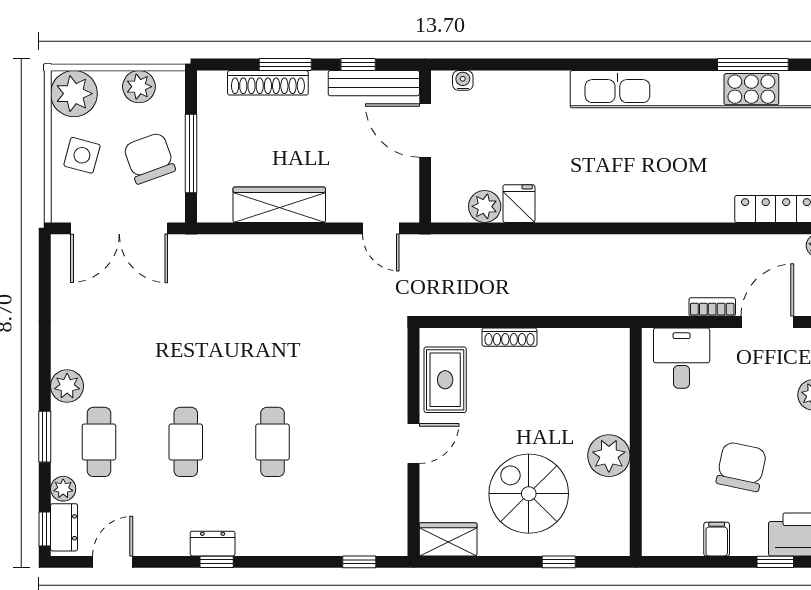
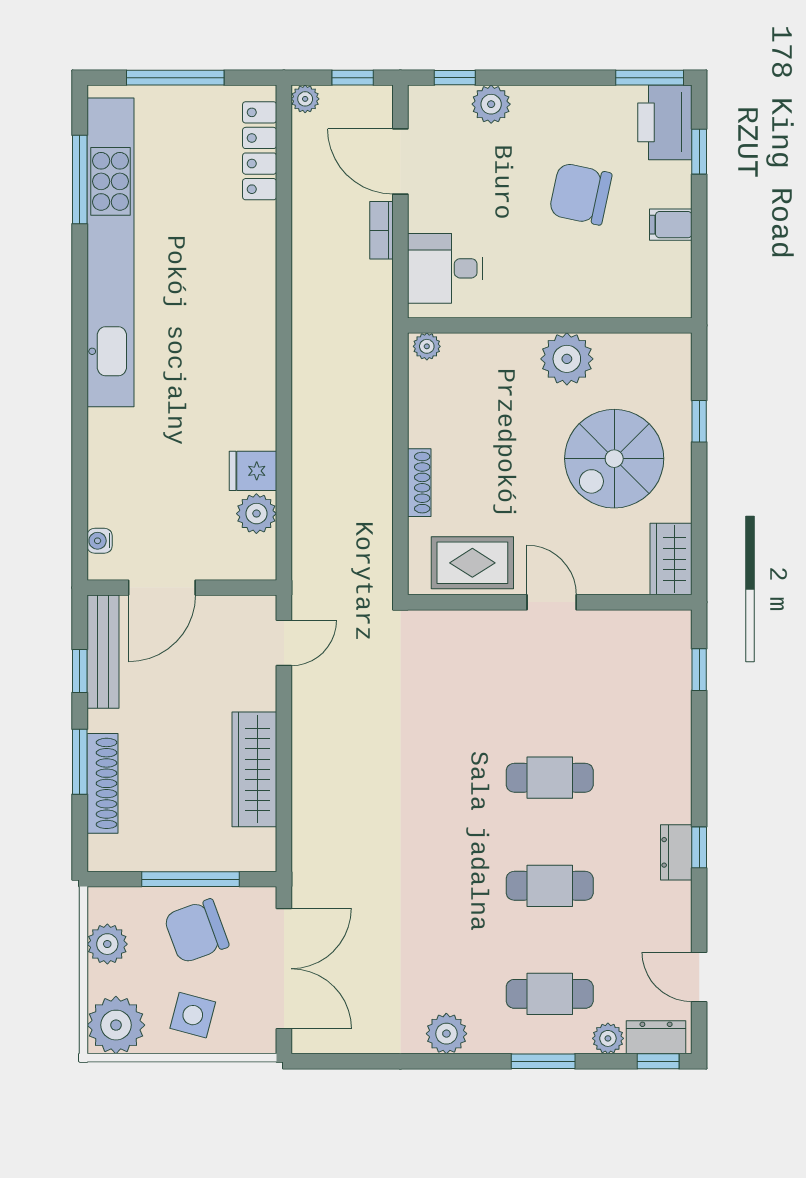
plant: (619, 343) -> (427, 346), added
plant: (67, 386) -> (446, 1034), moved

